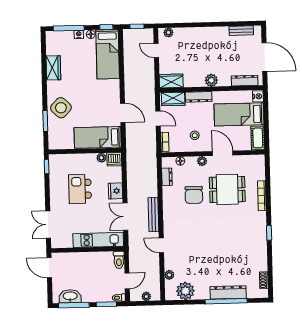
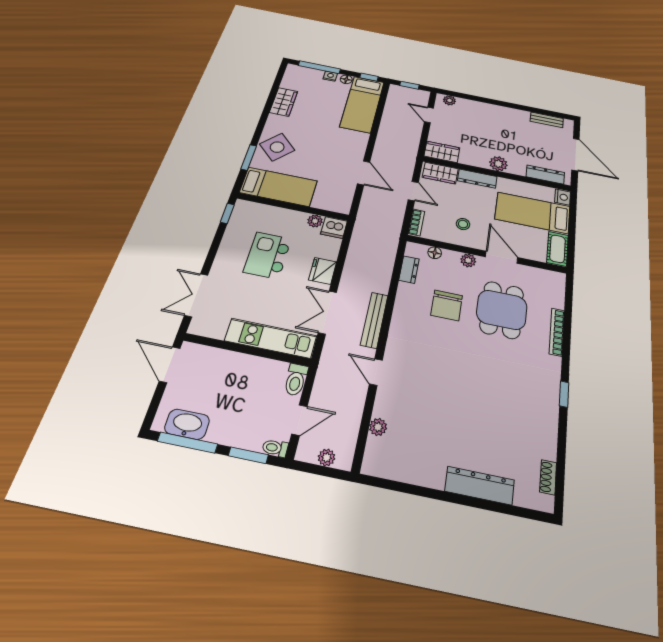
bed: (98, 137) -> (278, 187), moved, turned 180
dining table: (227, 189) -> (502, 310), turned 90
plant: (185, 291) -> (401, 464), removed
window: (226, 301) -> (473, 502), removed

